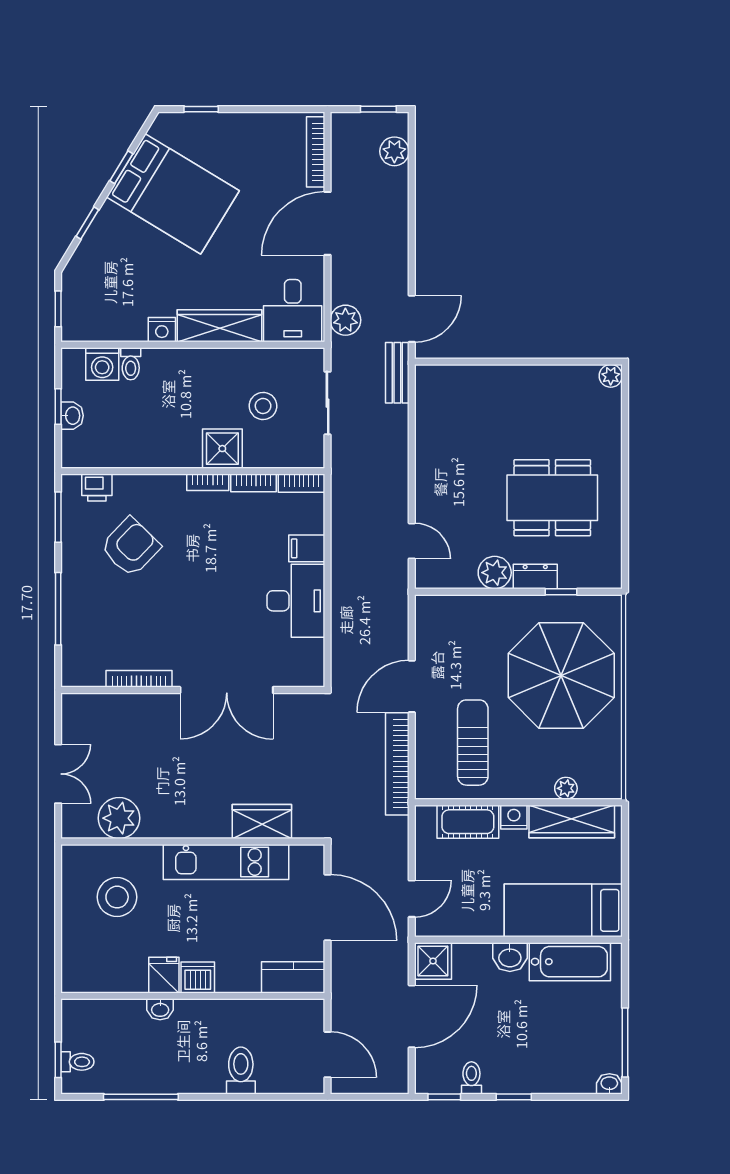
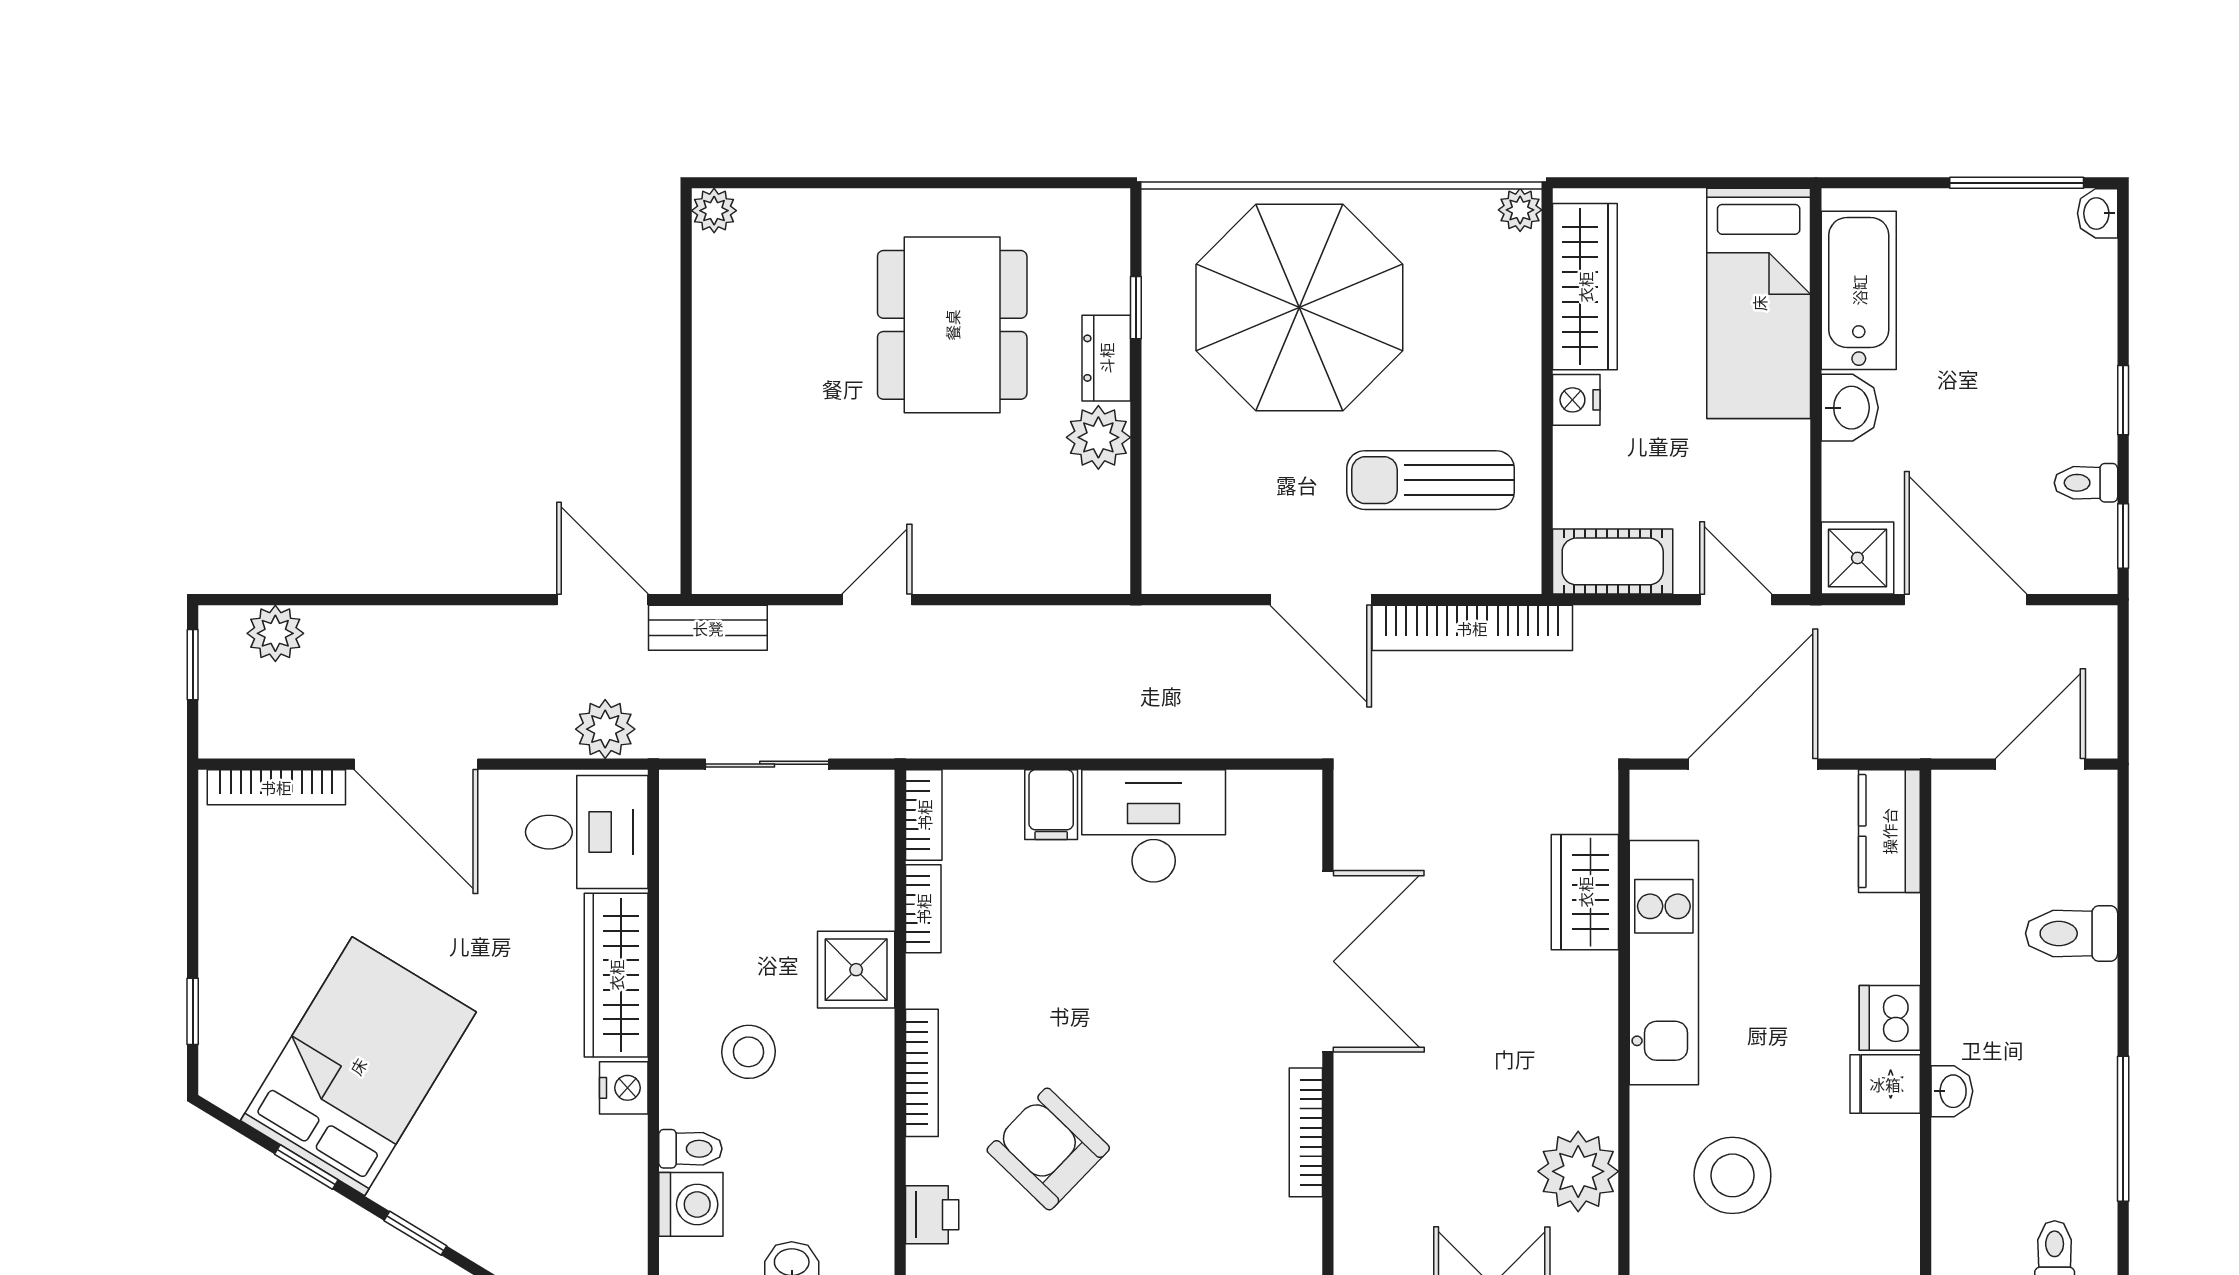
stool: (263, 406) -> (749, 1052), moved
bookcase: (208, 482) -> (922, 1073), moved, width x1.56
door: (412, 541) -> (877, 600), moved
plant: (566, 788) -> (1520, 210), moved
cot: (468, 822) -> (1613, 561), moved, turned 90

